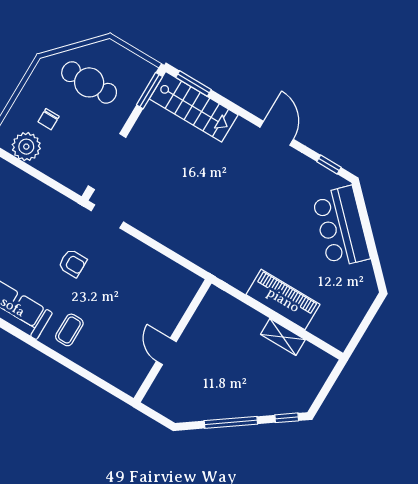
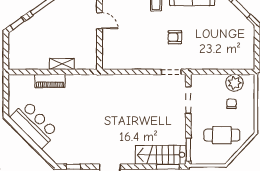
doorway: (107, 162) -> (188, 100), width x0.73
bar counter: (341, 227) -> (34, 125), moved
piano: (283, 300) -> (50, 81), width x0.73, depth x0.75
shelving: (283, 337) -> (62, 64), moved

